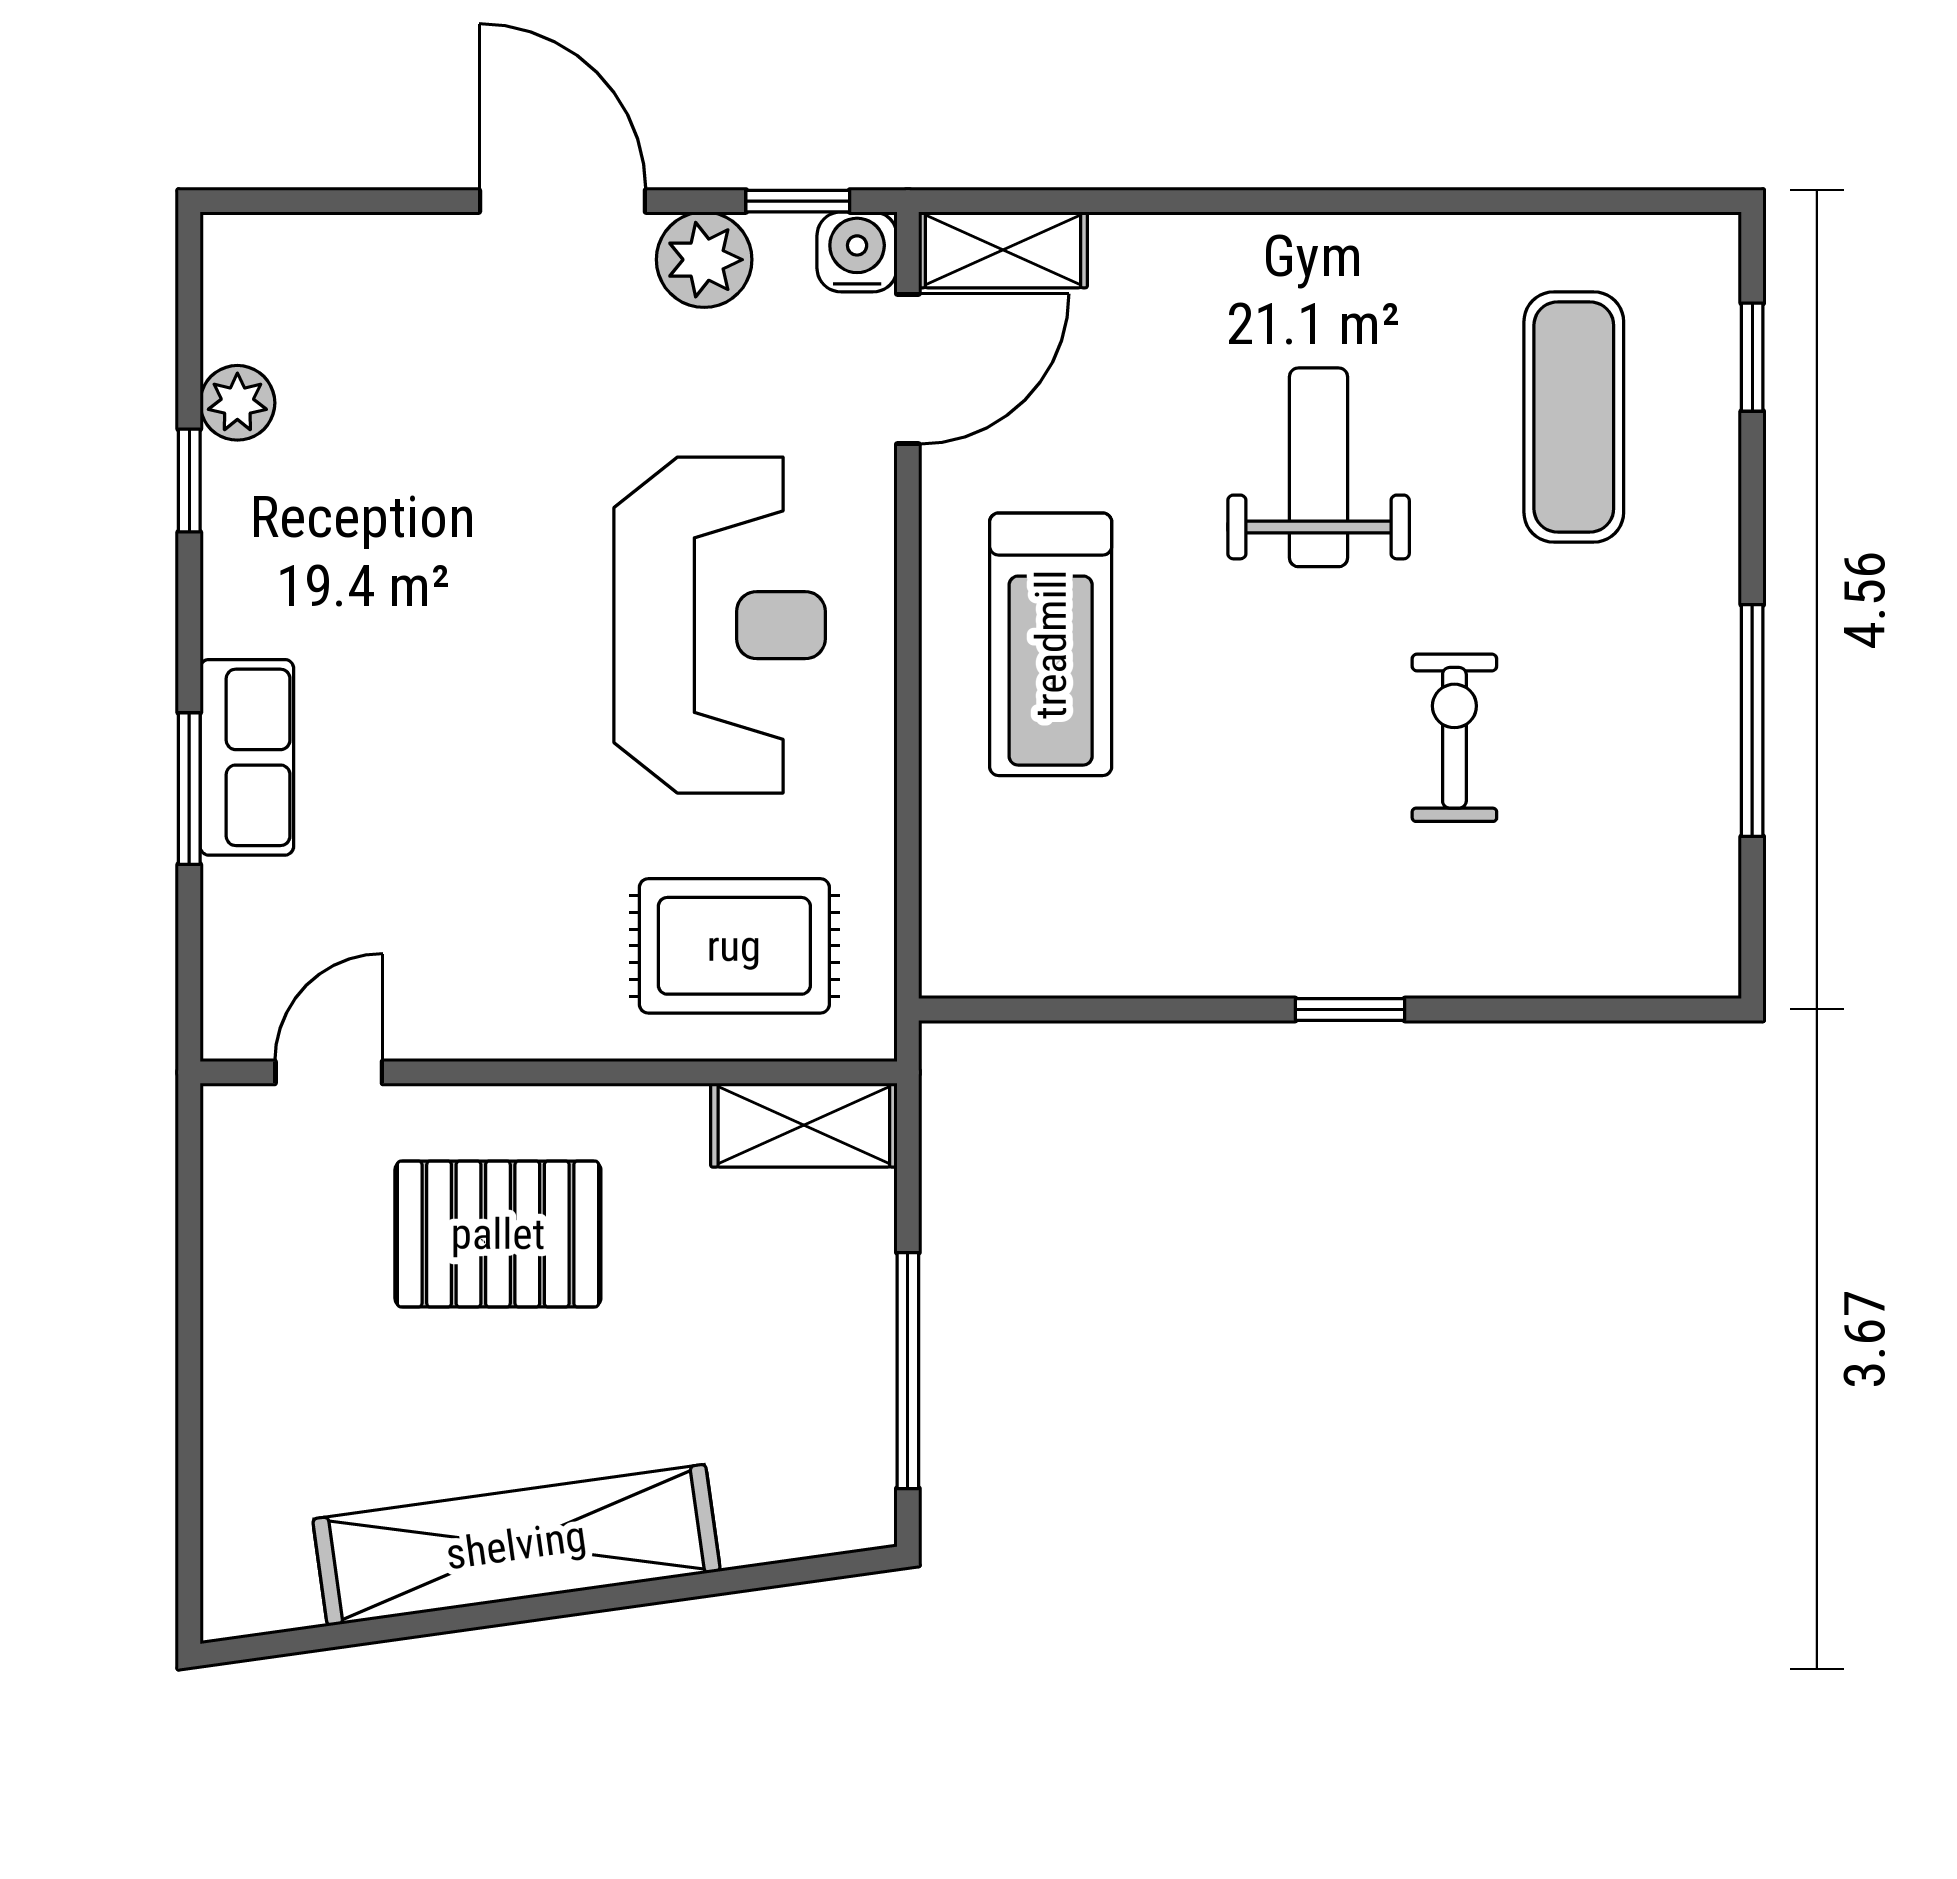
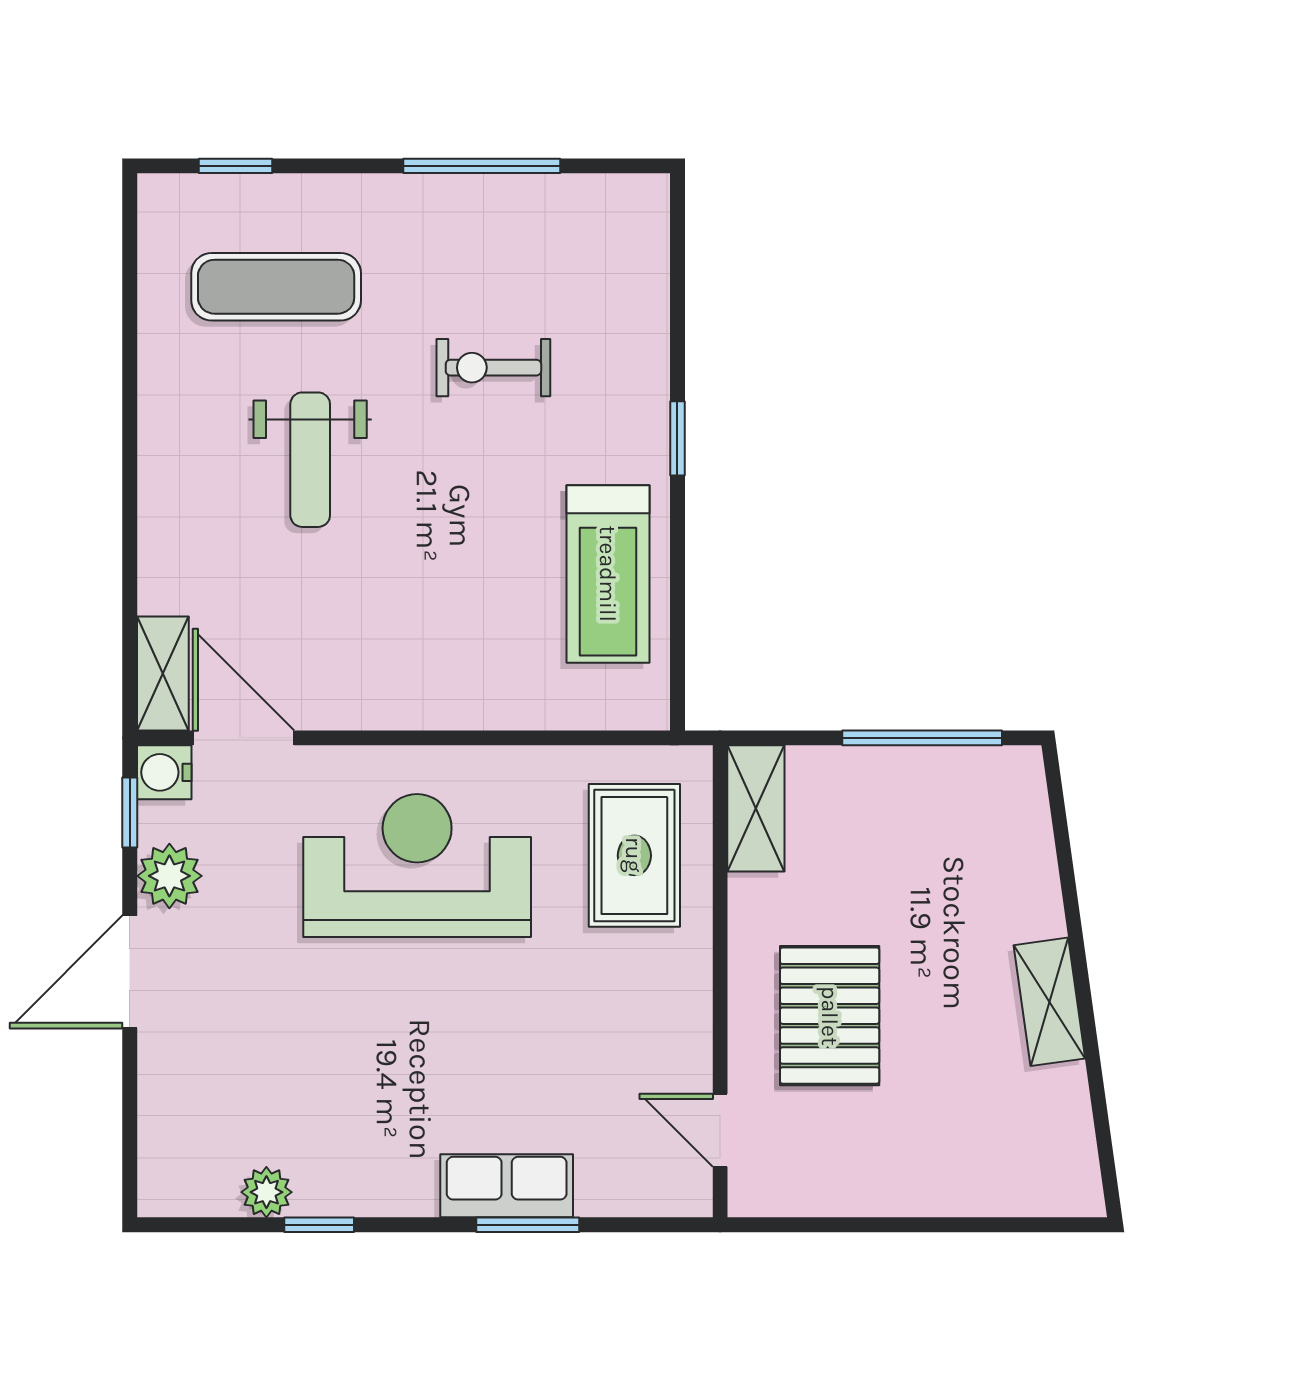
weight bench: (1319, 467) -> (310, 460), turned -90
treadmill: (1051, 644) -> (608, 574), moved, turned 90
shelving: (516, 1545) -> (1049, 1002), width x0.45, depth x0.75

